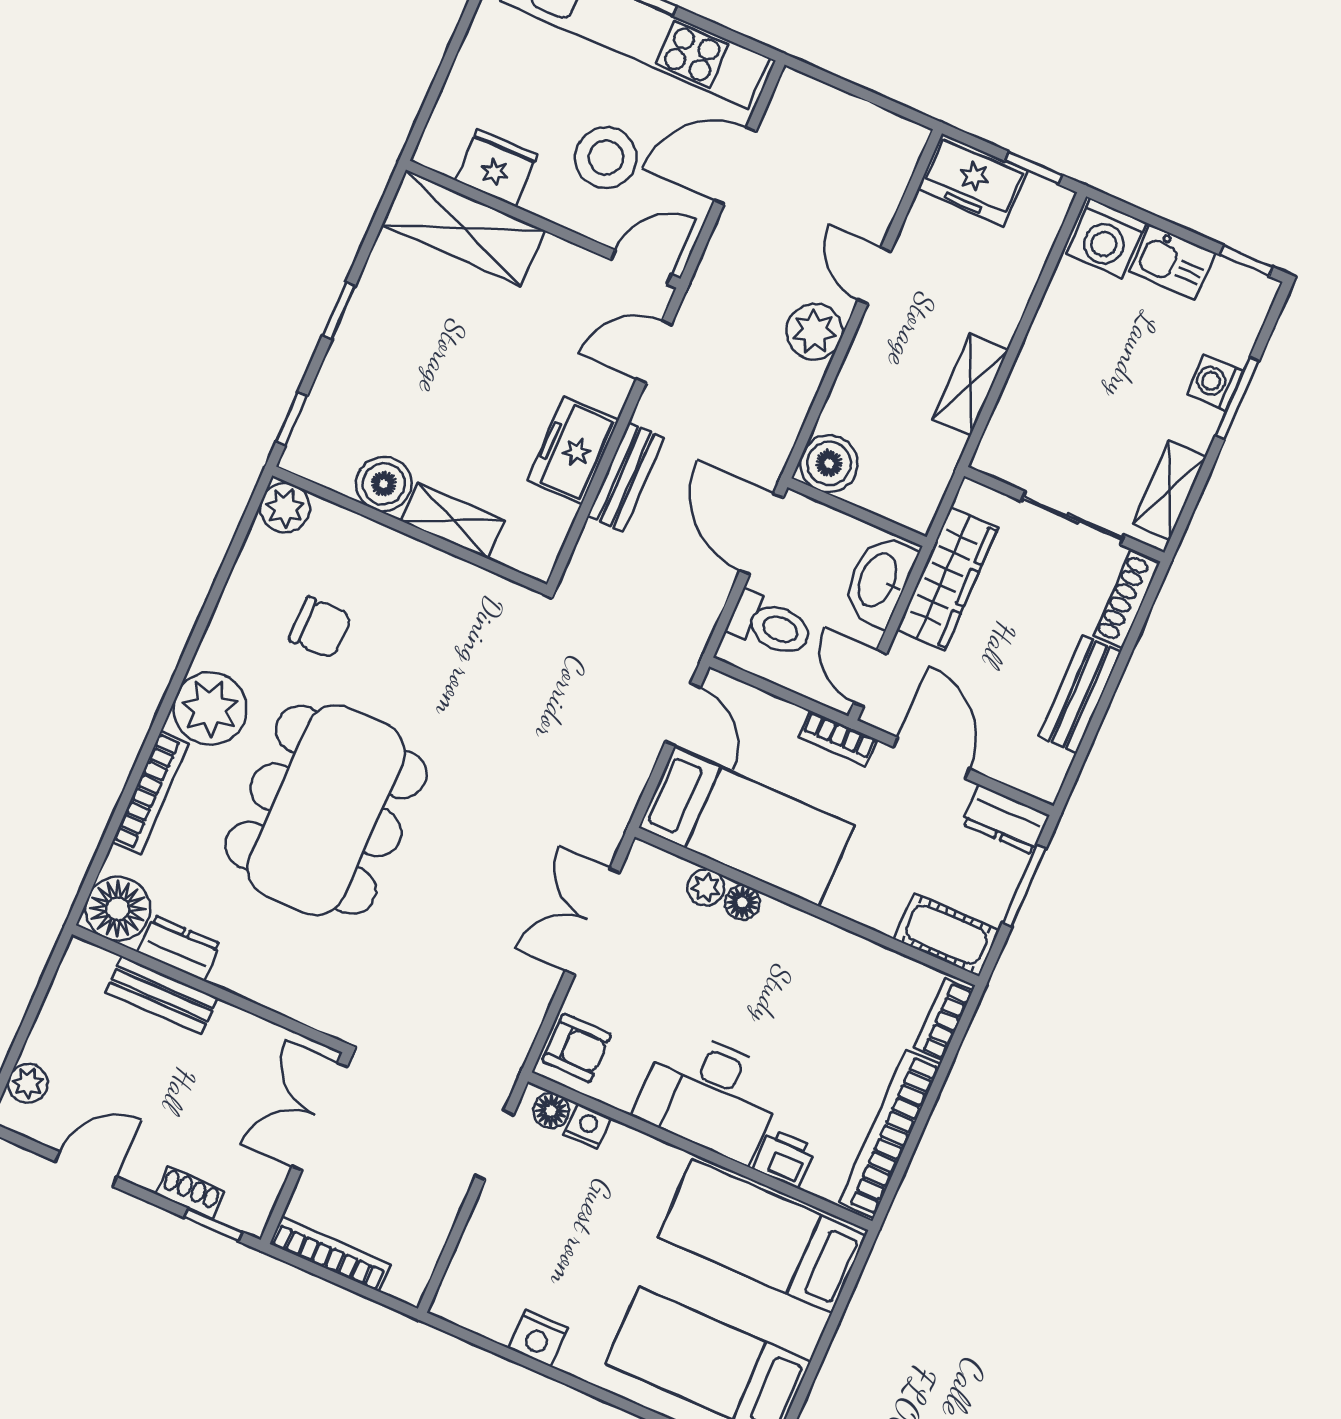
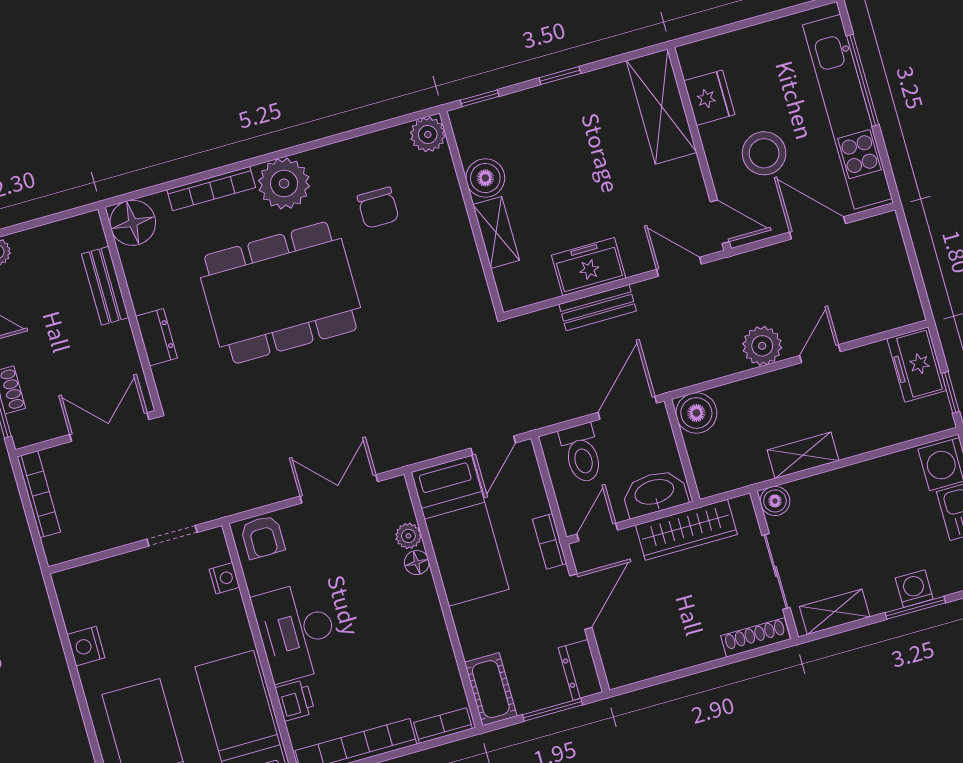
boiler: (995, 456) -> (775, 501), added
bench: (1080, 694) -> (682, 654), removed
dresser: (179, 948) -> (156, 337), moved
floor lamp: (551, 1111) -> (217, 551), removed

